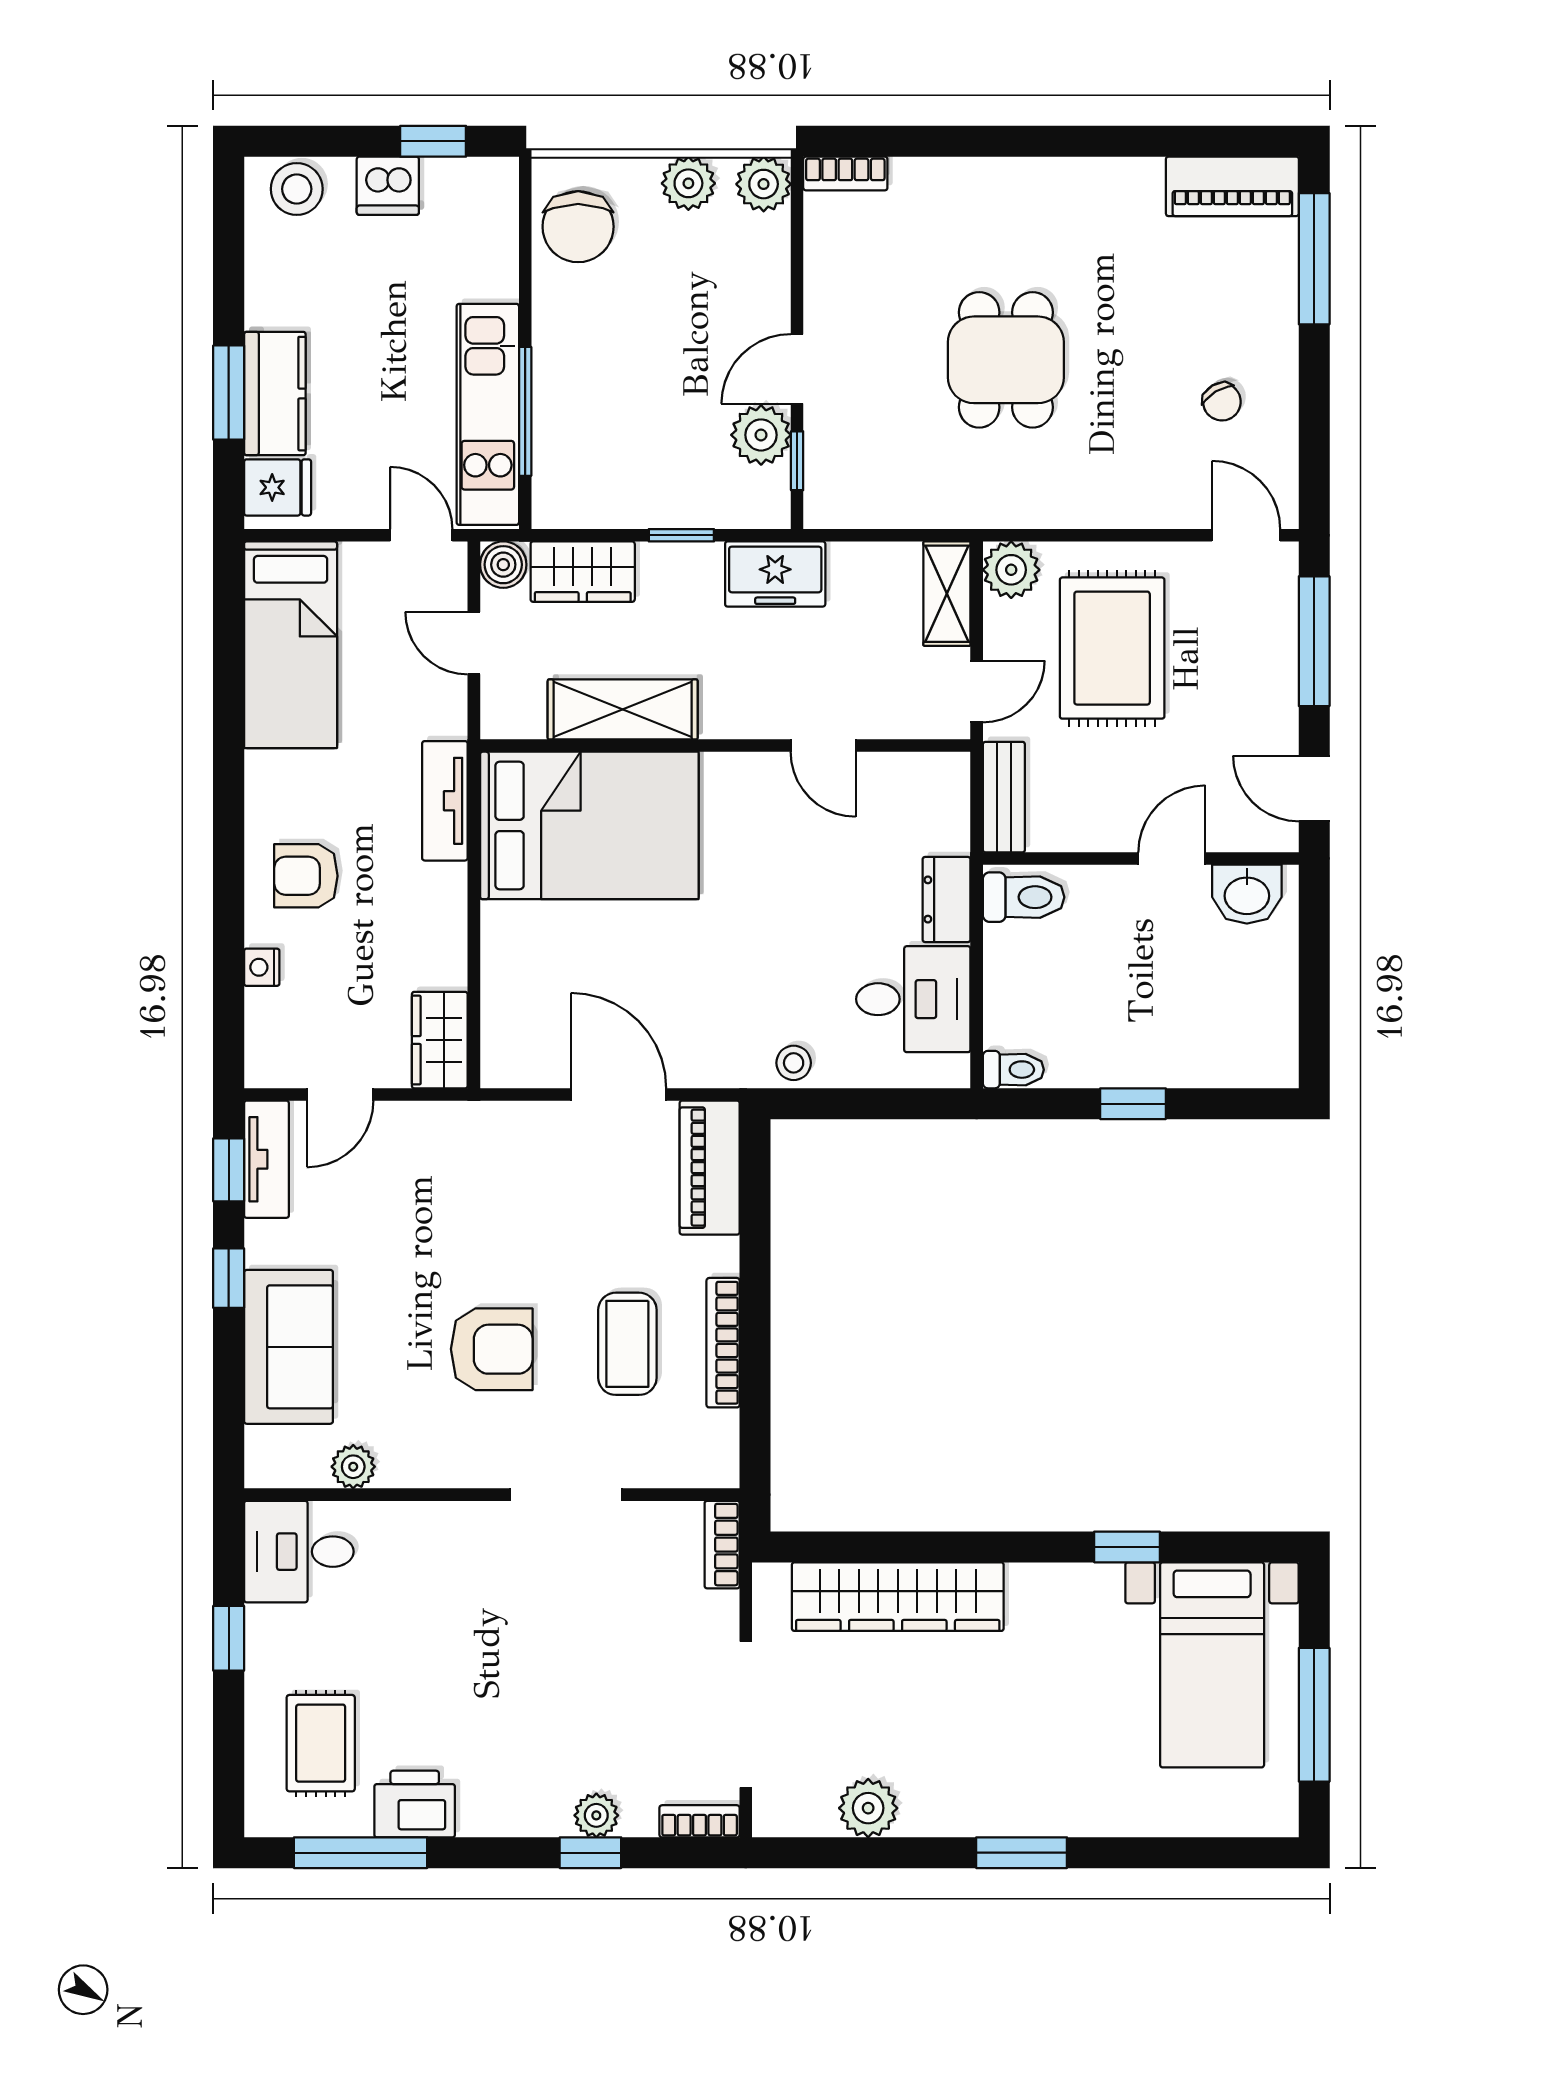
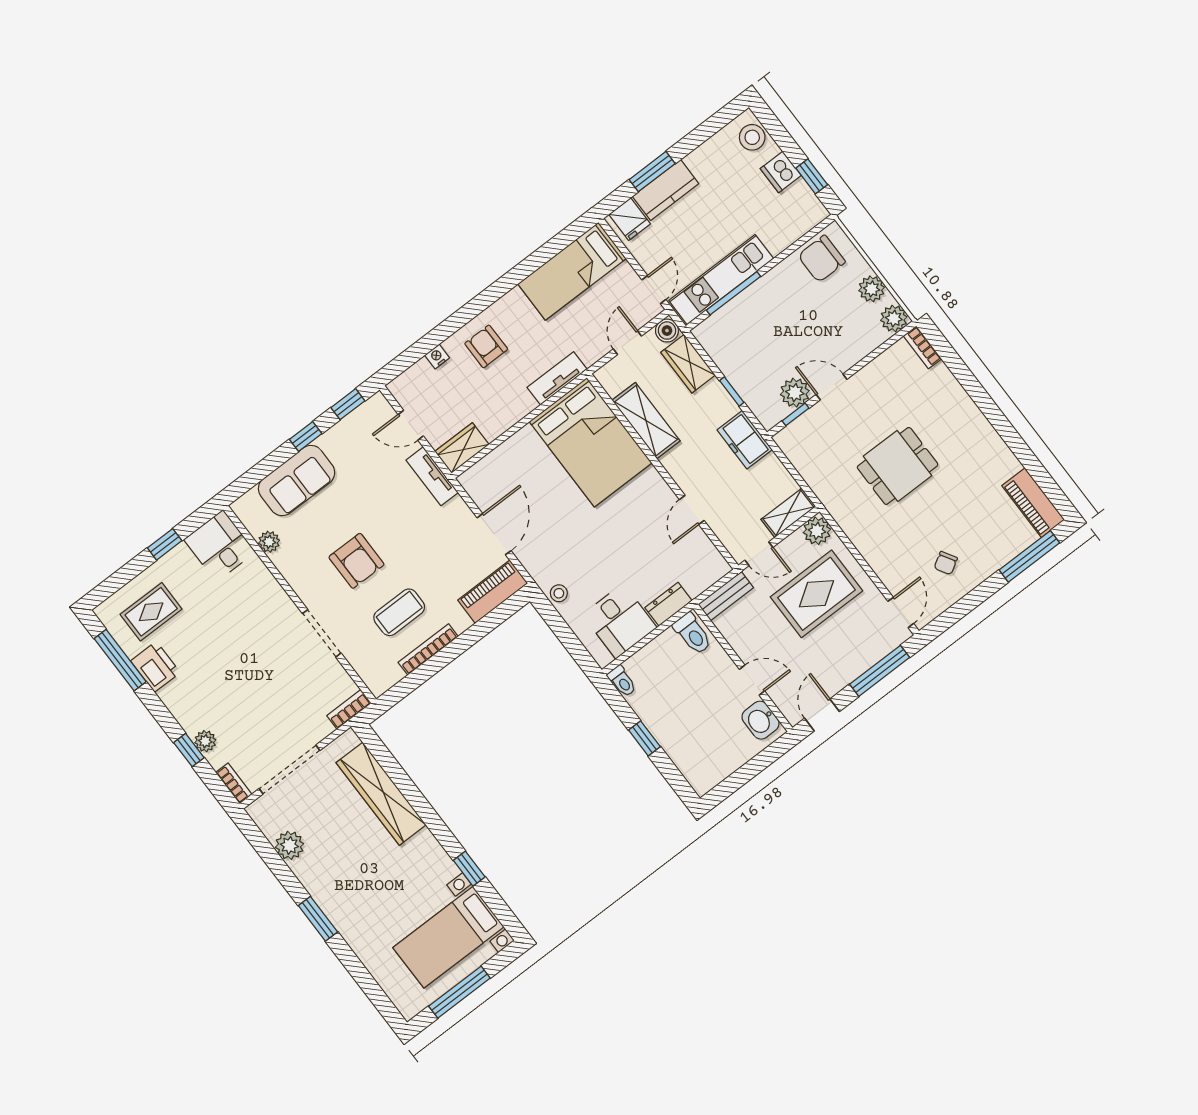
tv unit: (266, 1159) -> (432, 476), moved, turned 90

